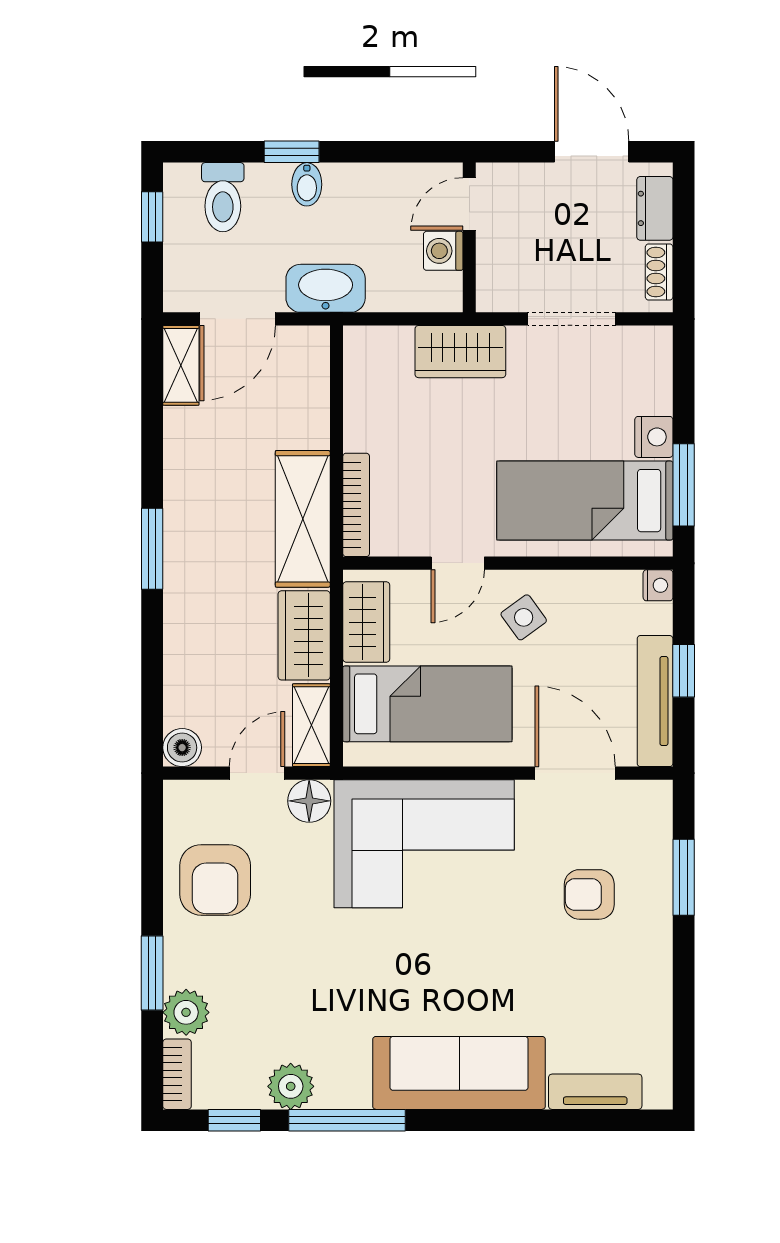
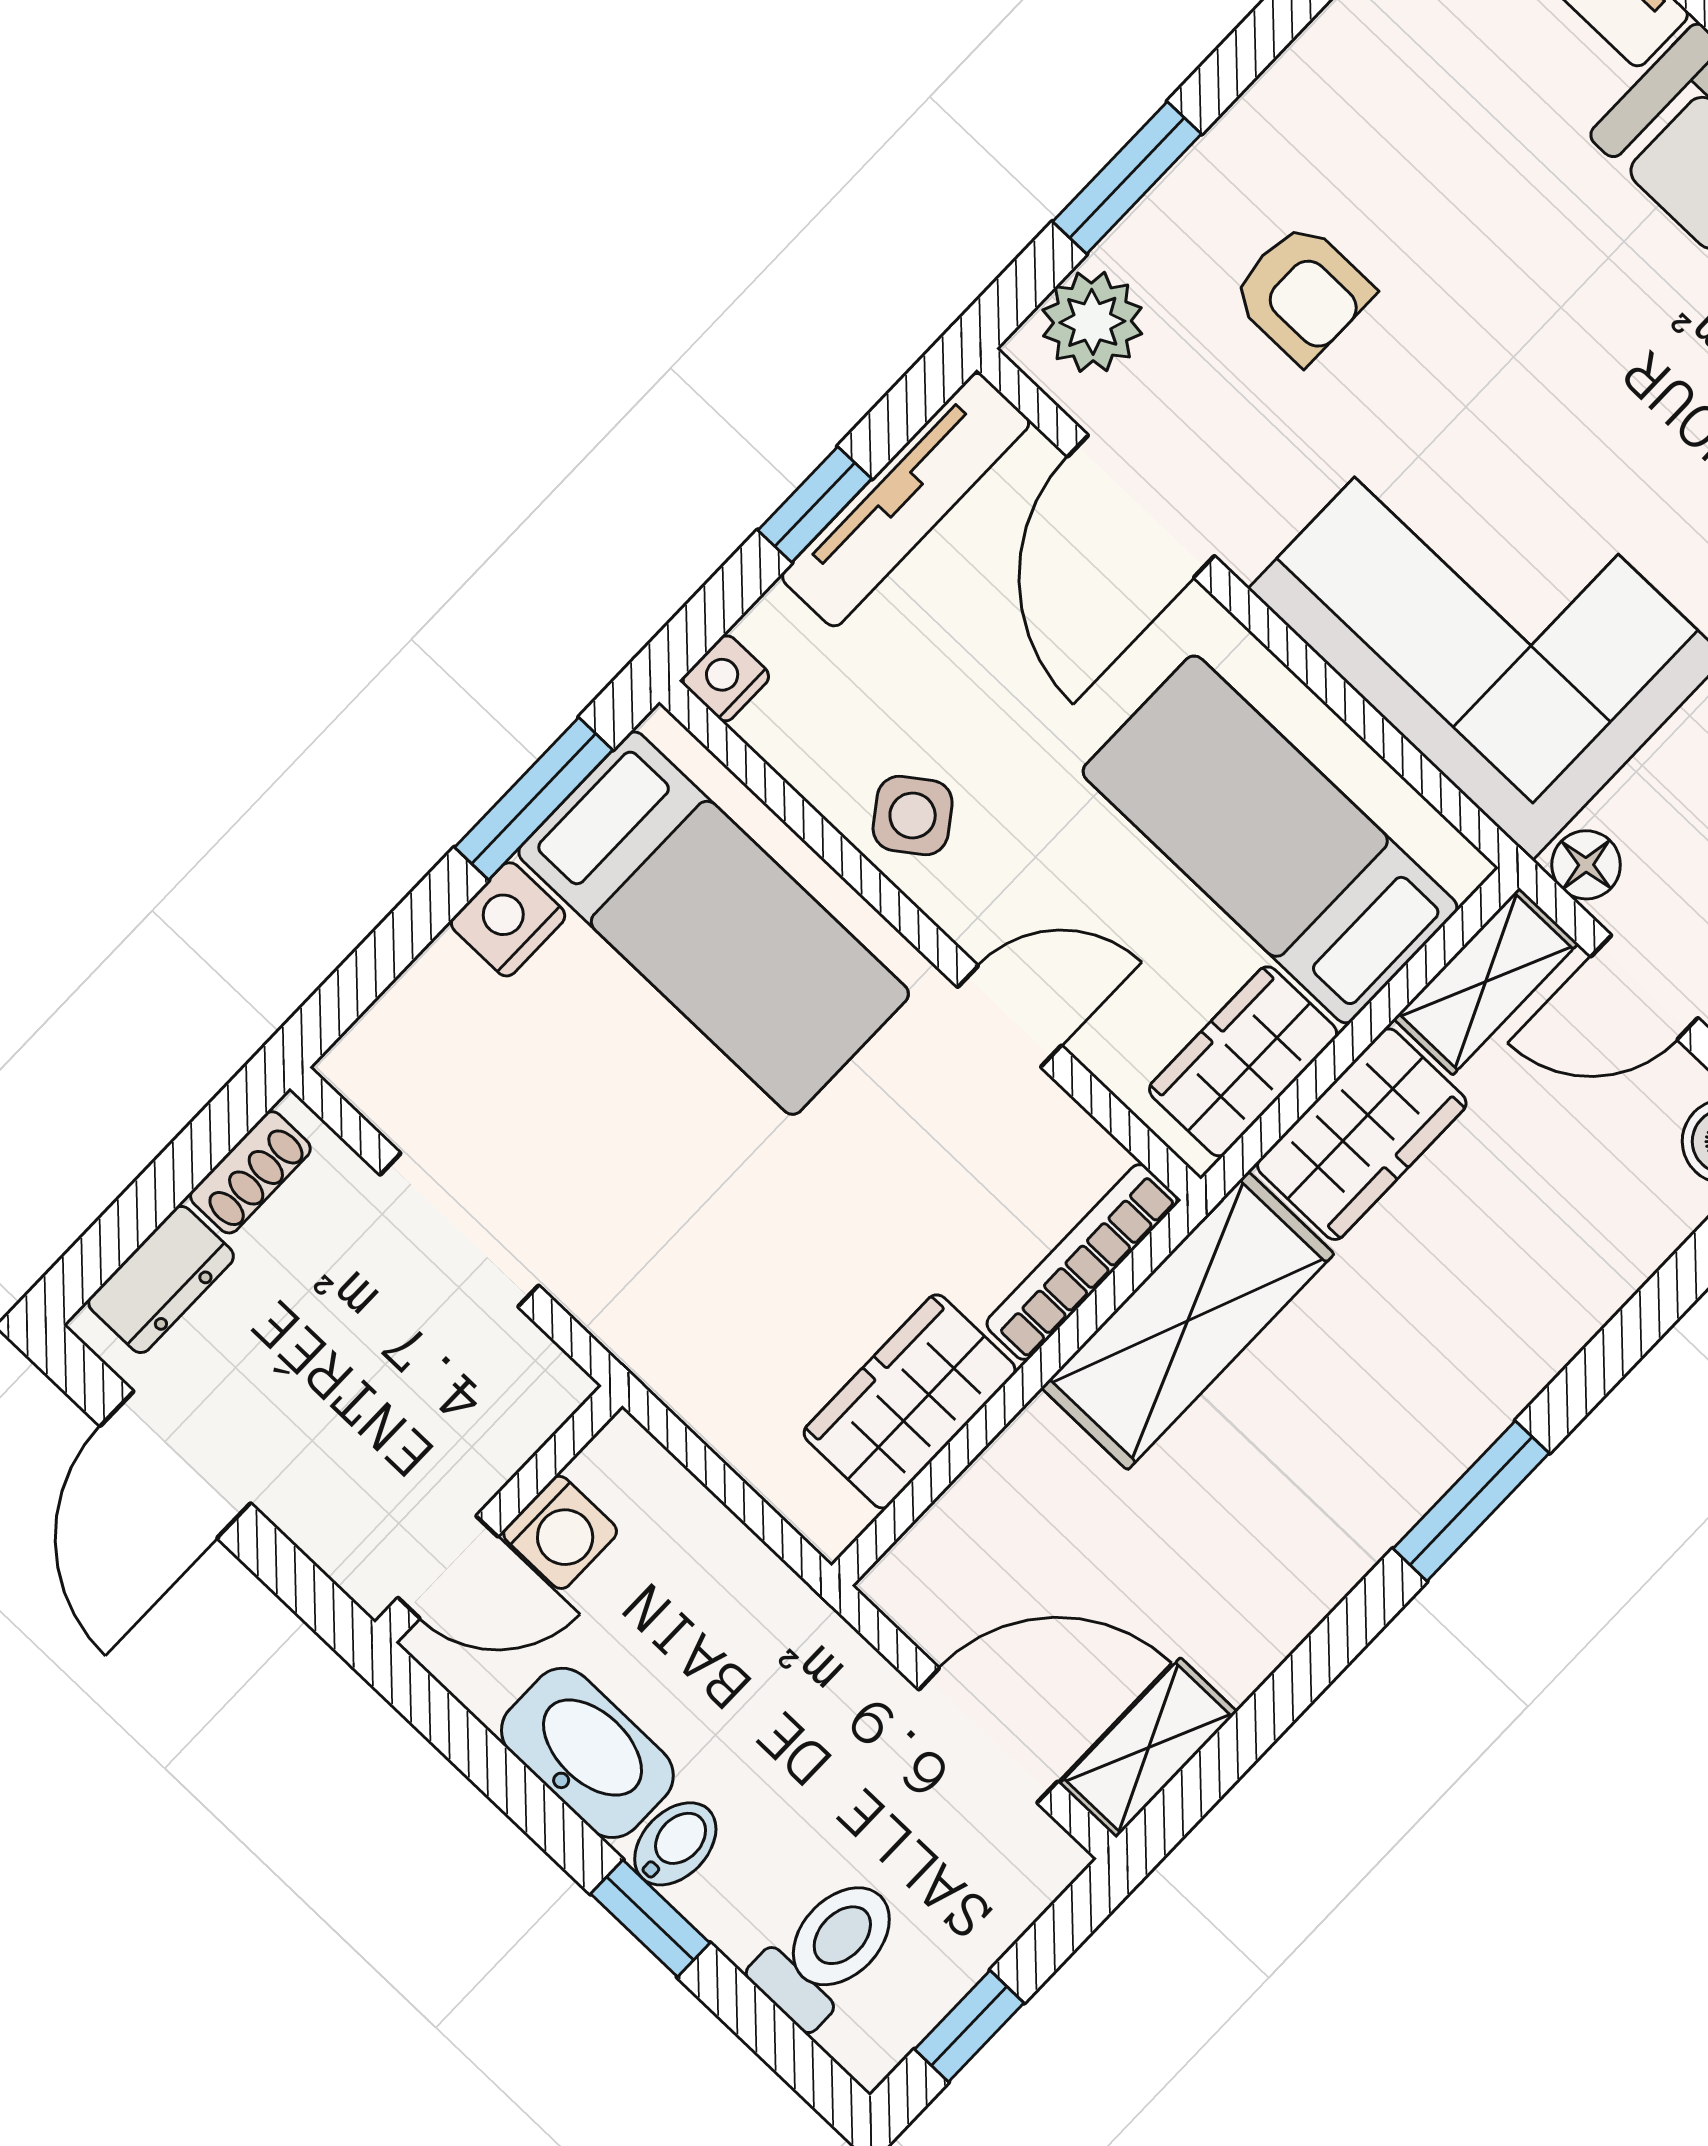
washbasin: (326, 288) -> (587, 1753), moved, turned 180
wardrobe: (460, 352) -> (910, 1401), moved, turned -90
side table: (524, 617) -> (913, 815), moved
floor lamp: (309, 801) -> (1586, 865), width x0.73, depth x0.73
plant: (650, 819) -> (1092, 322), added

